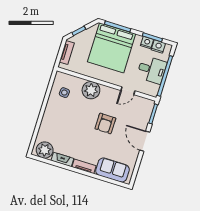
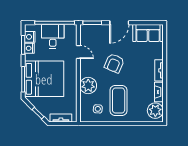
coffee table: (66, 116) -> (119, 101), added
armchair: (105, 123) -> (114, 63), turned 112
sofa: (112, 170) -> (148, 33), moved, turned -90

